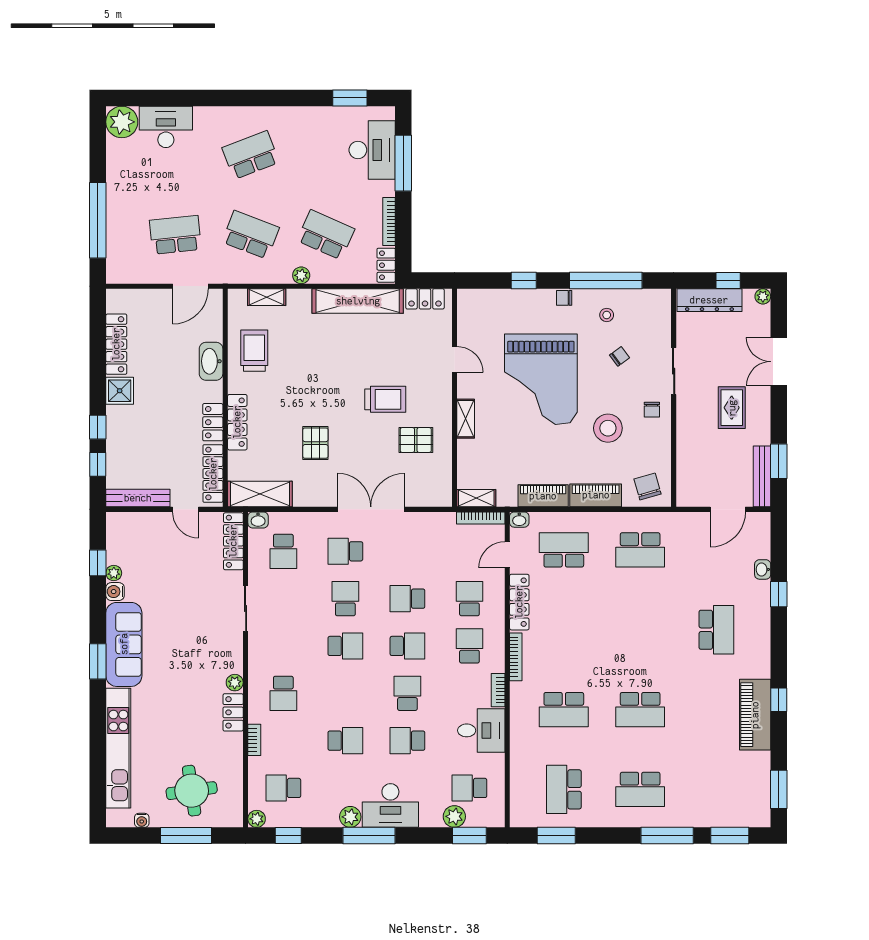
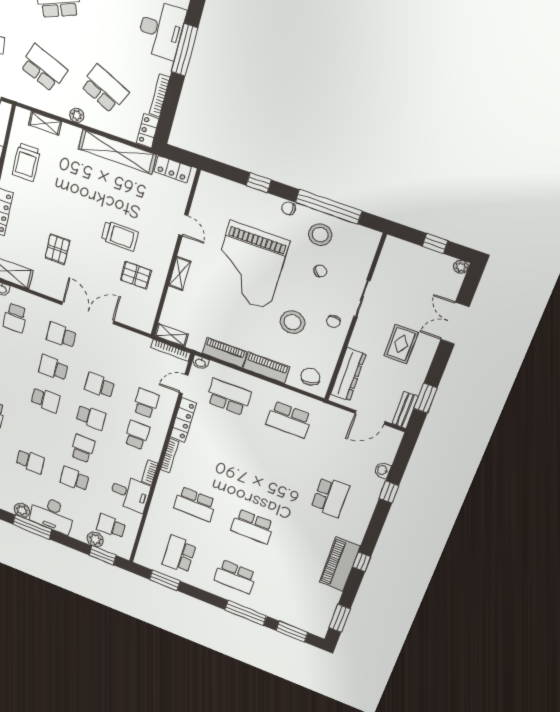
dresser: (709, 300) -> (348, 374), moved, turned -90
stool: (607, 315) -> (320, 235), width x1.89, depth x1.89
trolley: (254, 351) -> (26, 162), turned 180
bench: (762, 476) -> (405, 410), width x0.73
school desk: (345, 599) -> (53, 368), turned -90

